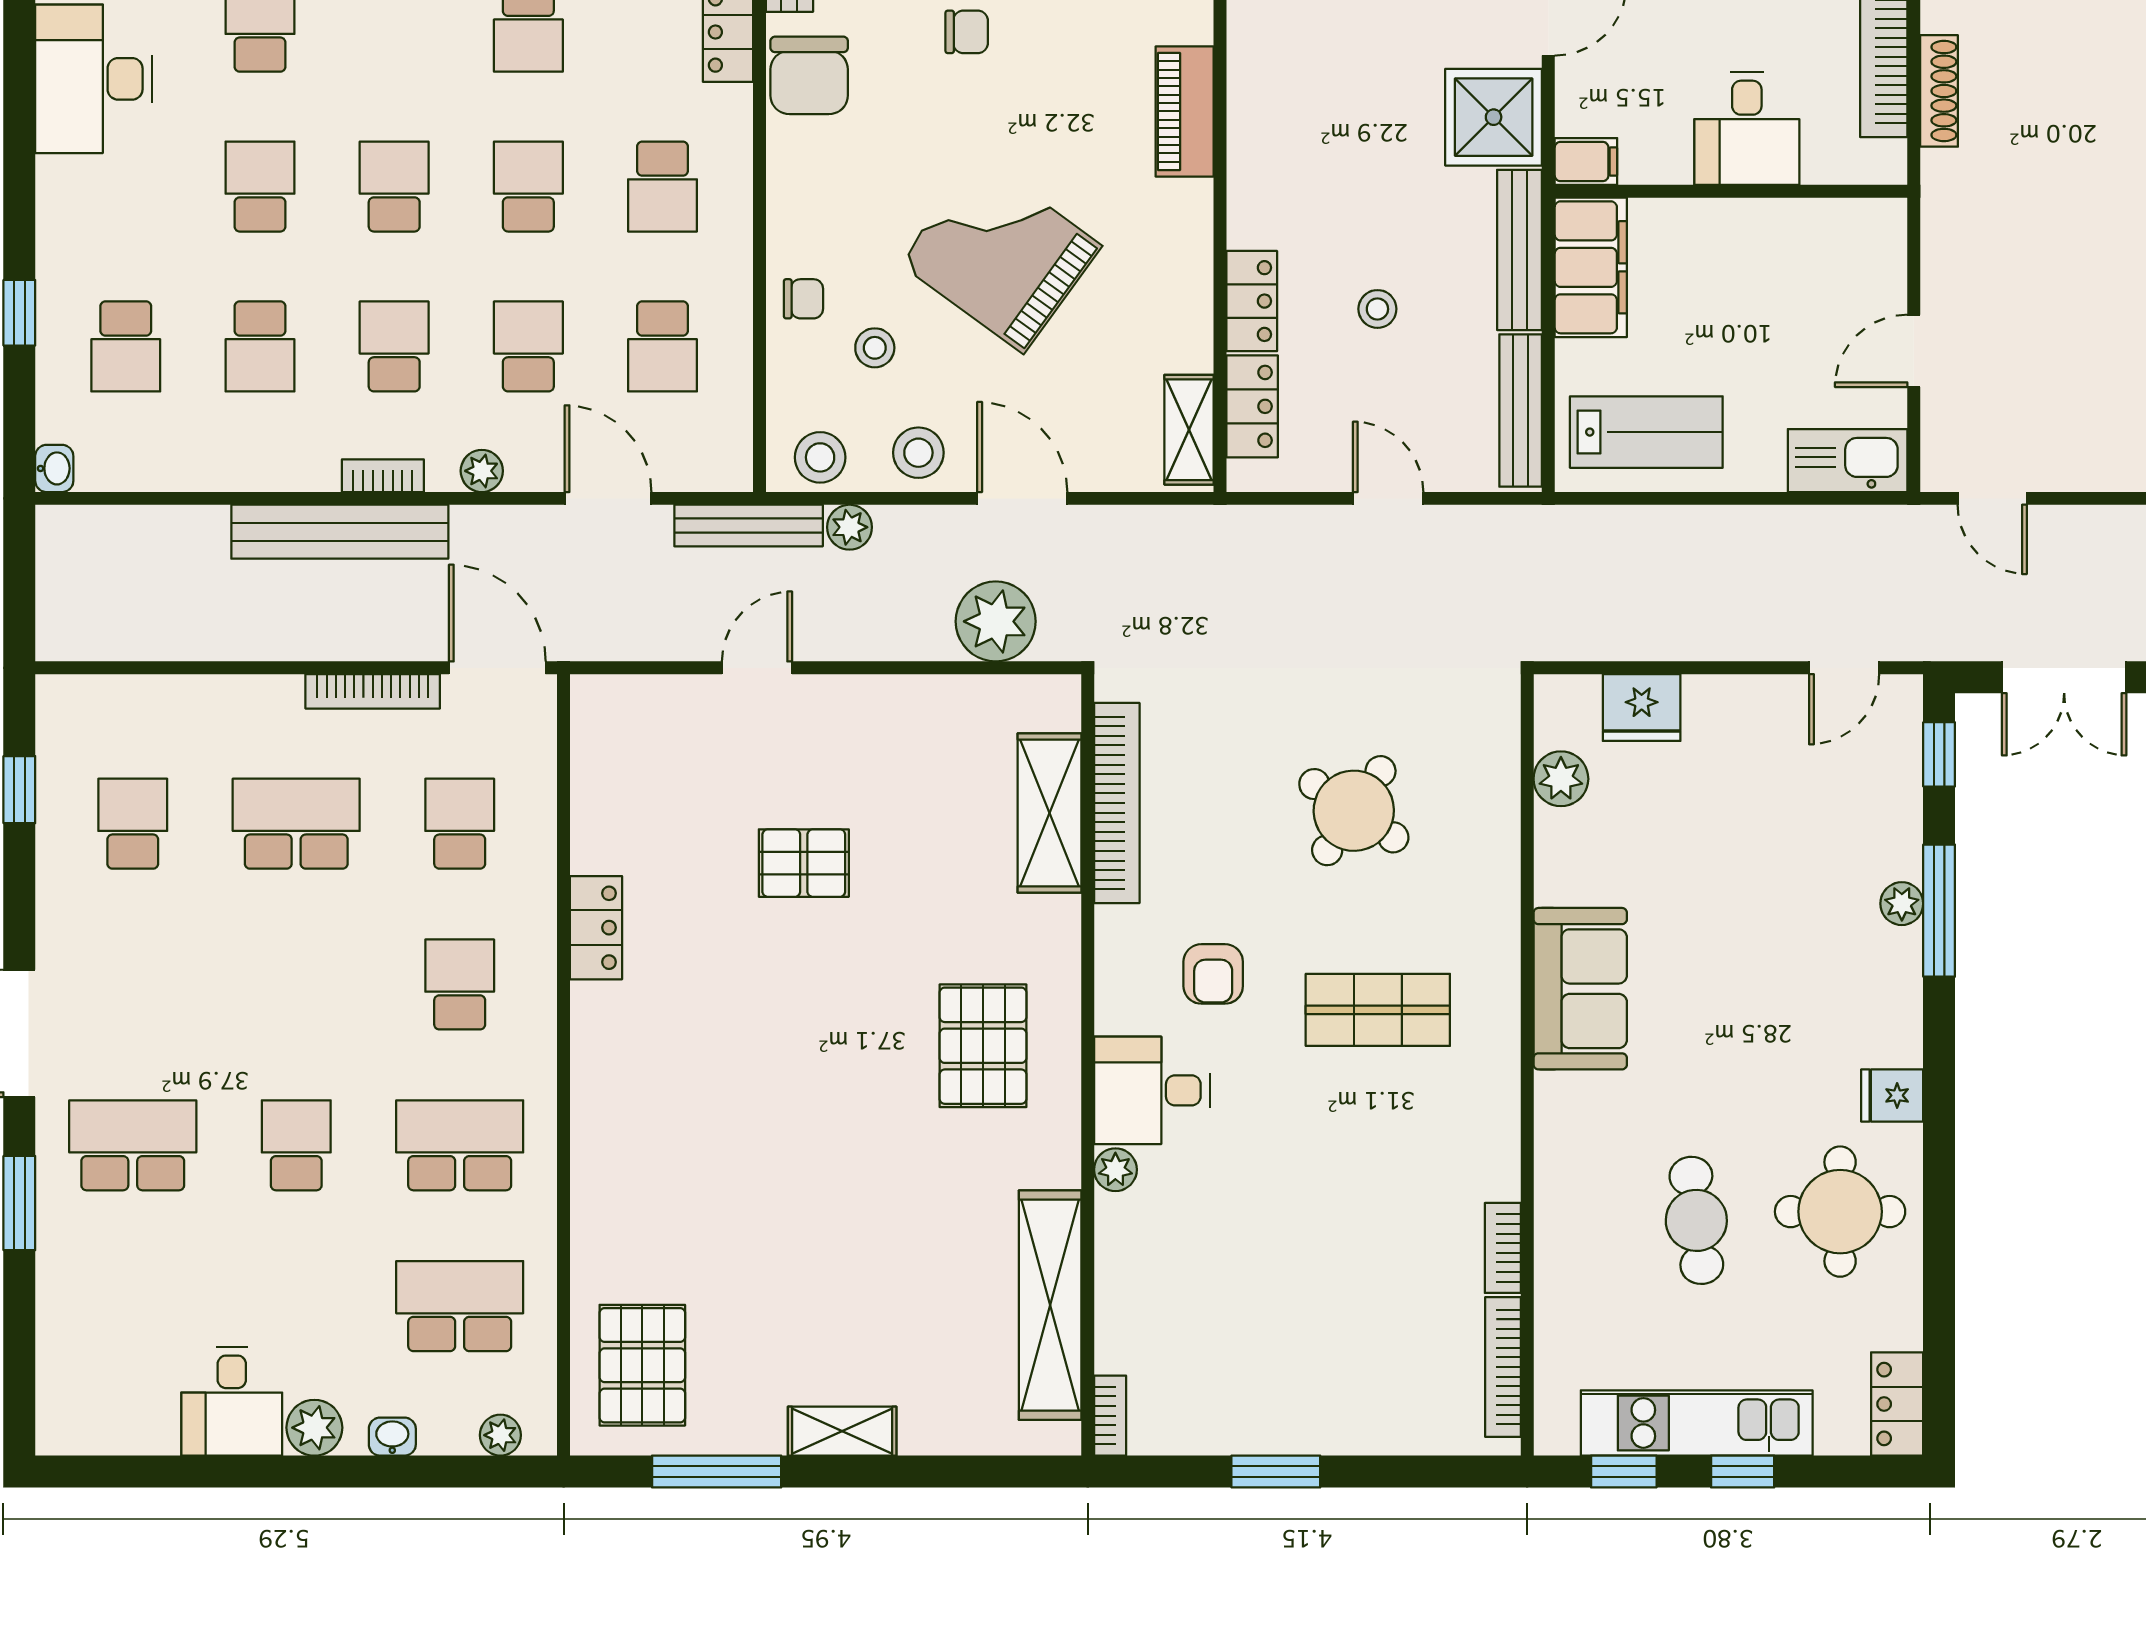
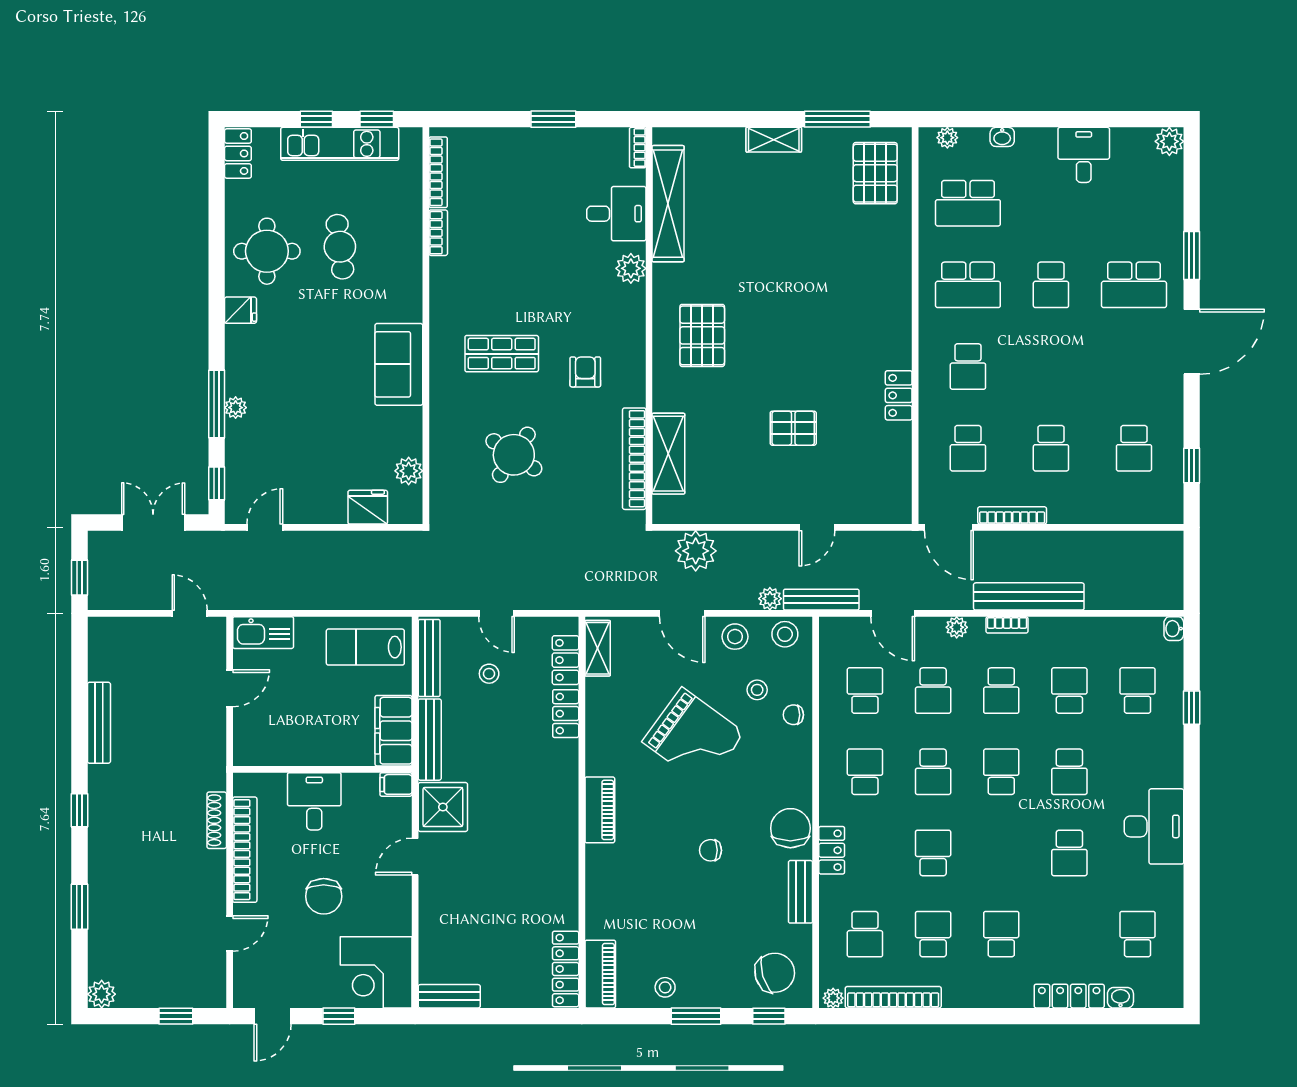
school desk: (394, 187) -> (1001, 772), turned 180
stool: (1377, 309) -> (489, 674), moved
school desk: (296, 824) -> (1051, 448), width x0.54
desk: (1152, 1090) -> (616, 214), moved
plant: (1115, 1170) -> (631, 268), width x1.38, depth x1.38
plant: (314, 1428) -> (1169, 141), moved

